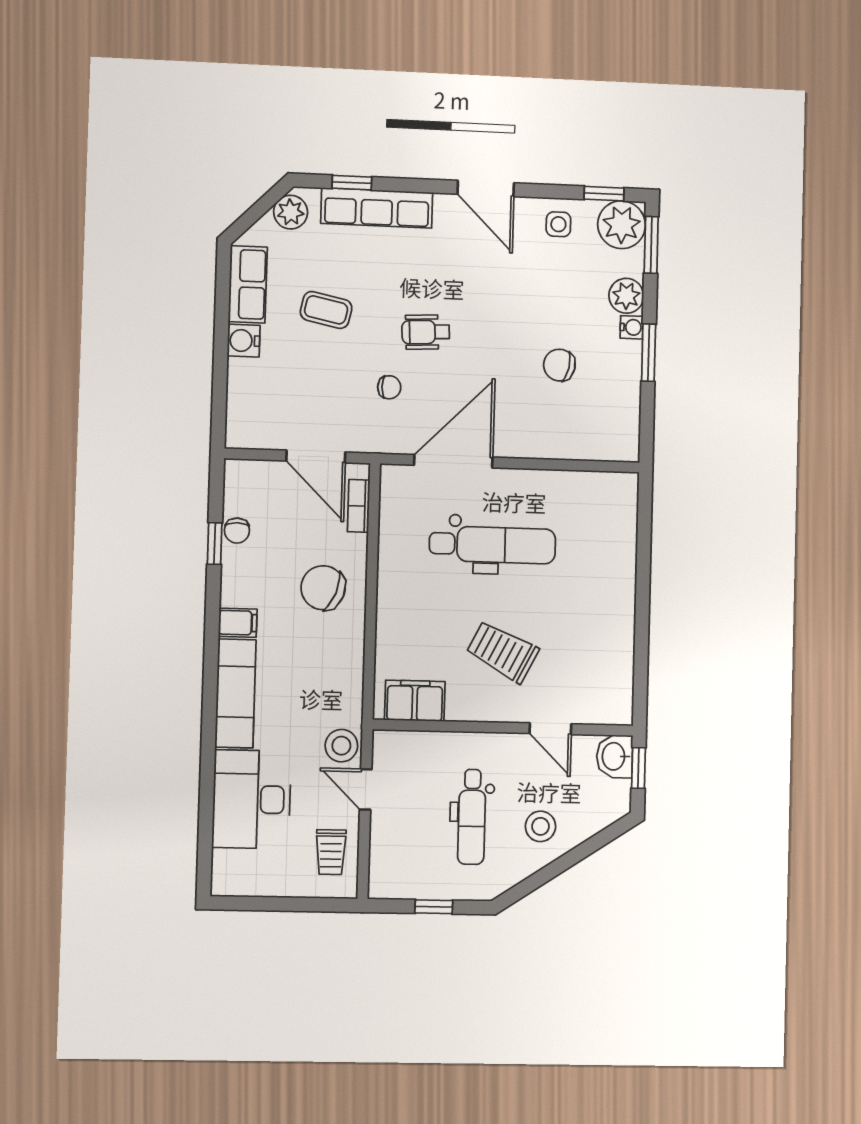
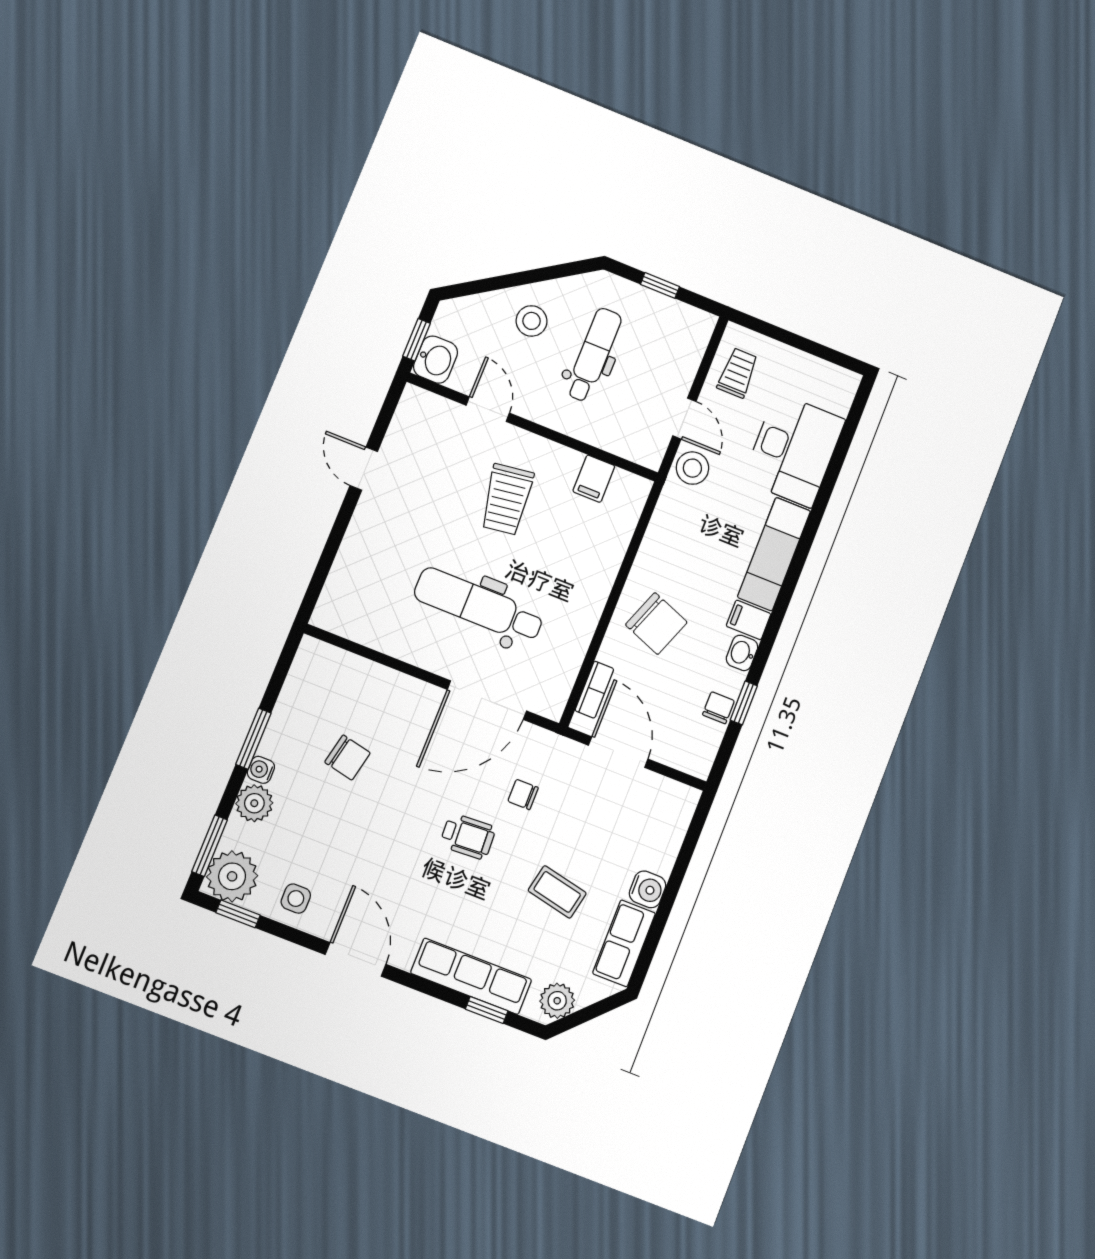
washbasin: (233, 590) -> (742, 653), added
door: (642, 631) -> (364, 468), added
trolley: (502, 652) -> (507, 499), turned 55
filing cabinet: (415, 701) -> (594, 479), width x0.50

